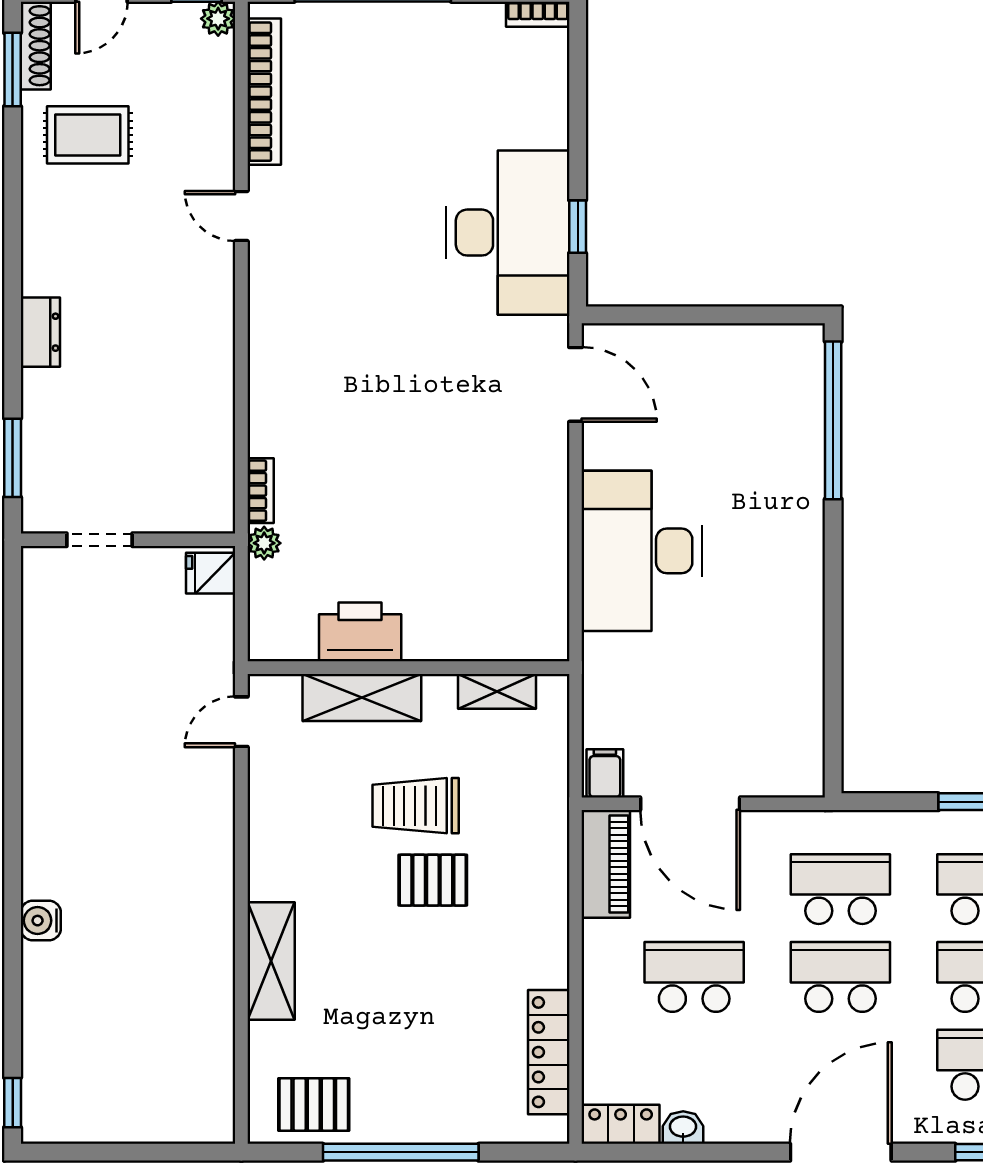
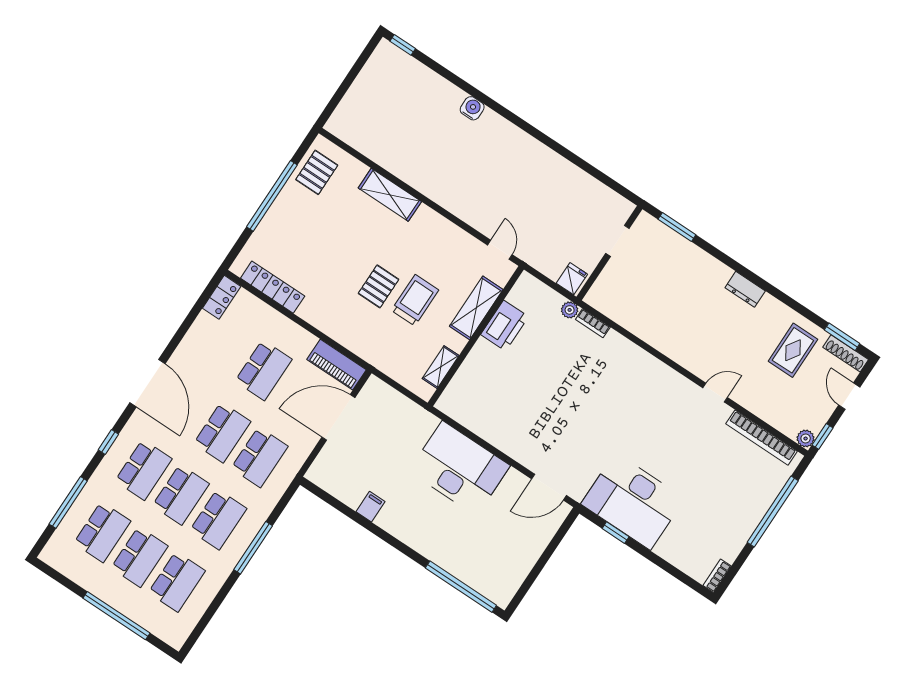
dresser: (40, 332) -> (745, 289), moved
filing cabinet: (605, 773) -> (370, 507), moved, turned -90
washbasin: (683, 1128) -> (203, 323), removed

